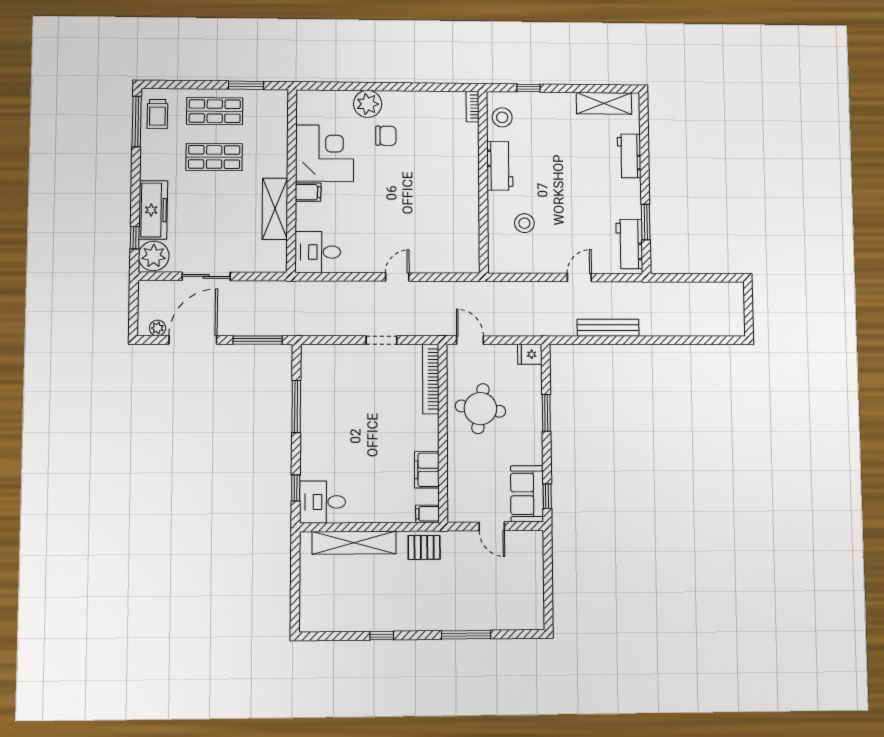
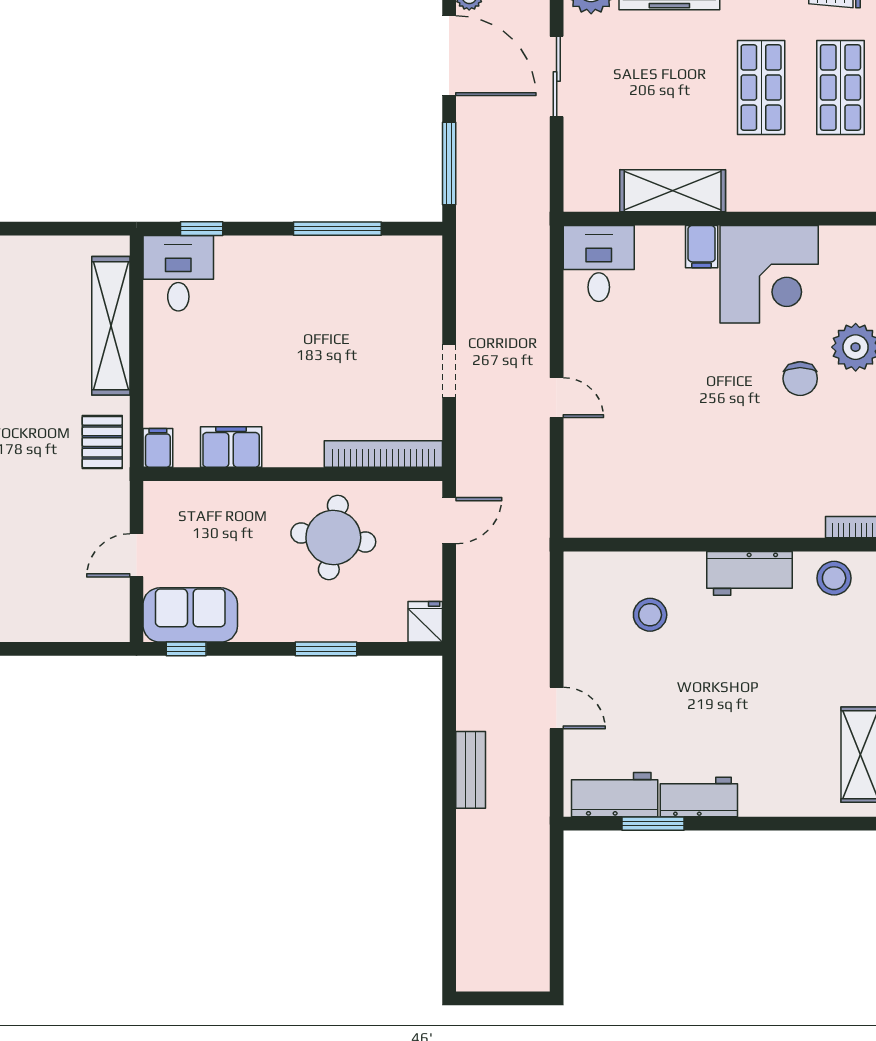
workbench: (629, 156) -> (699, 797), moved
bench: (608, 328) -> (471, 770), width x0.73

